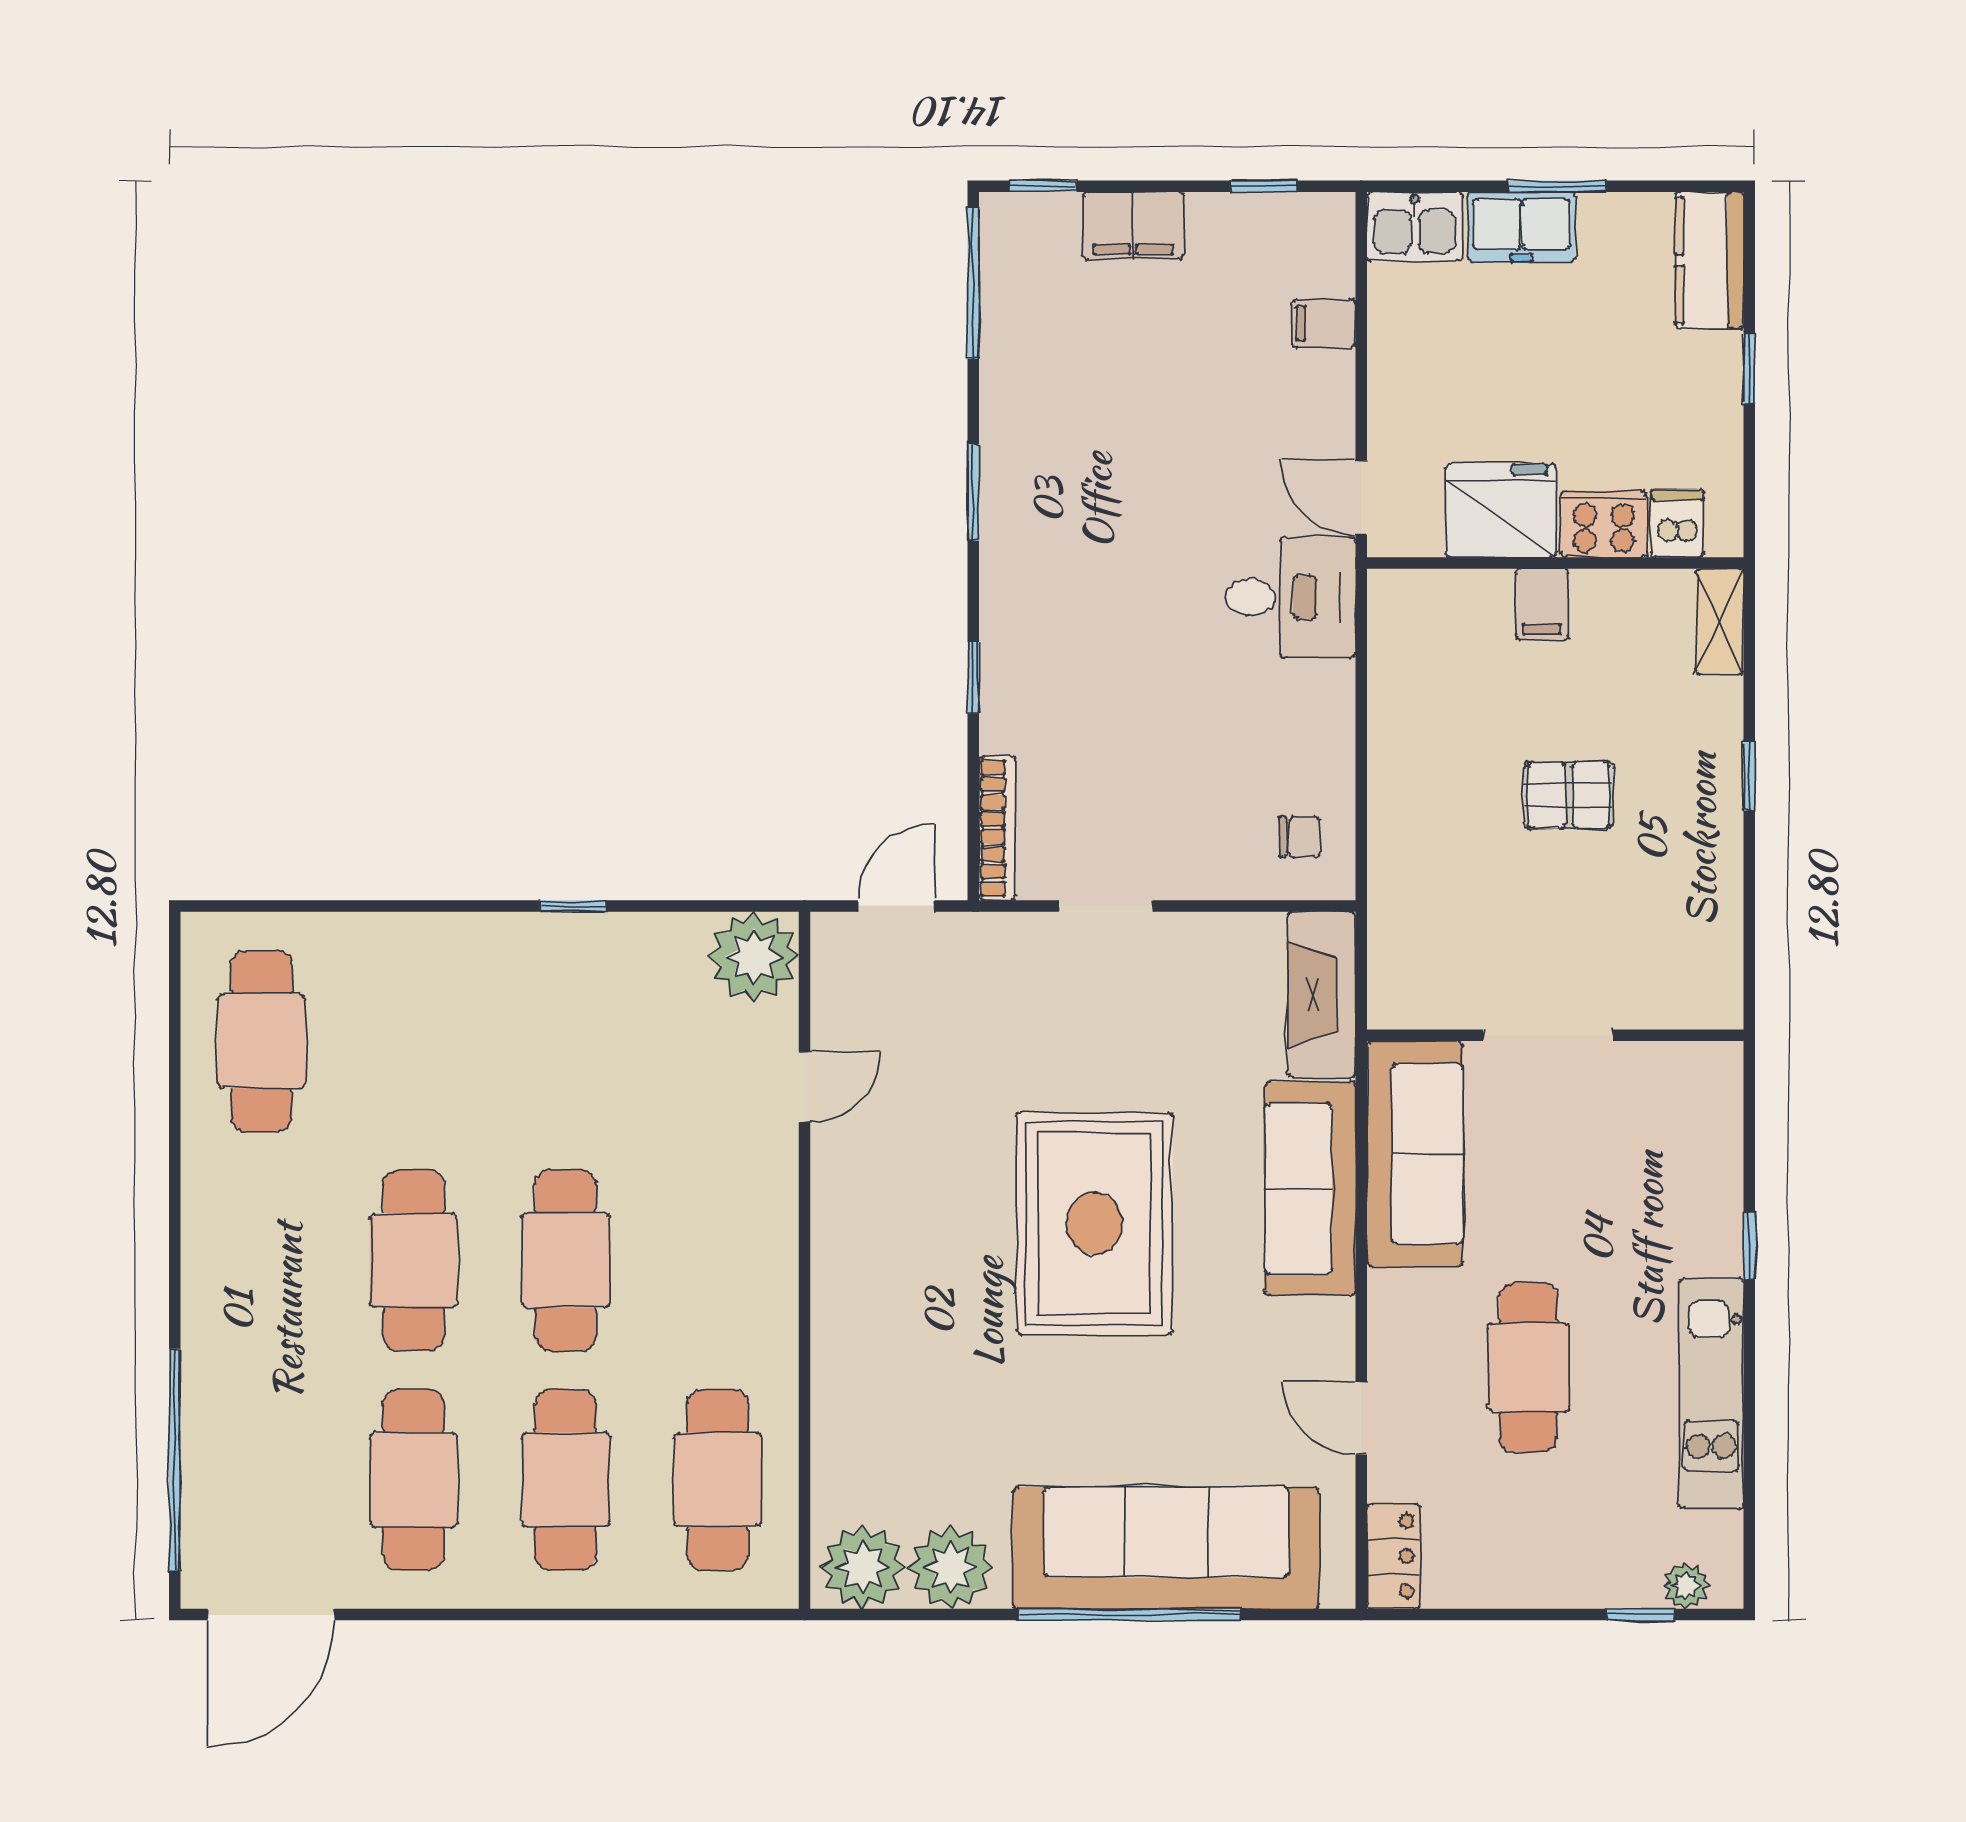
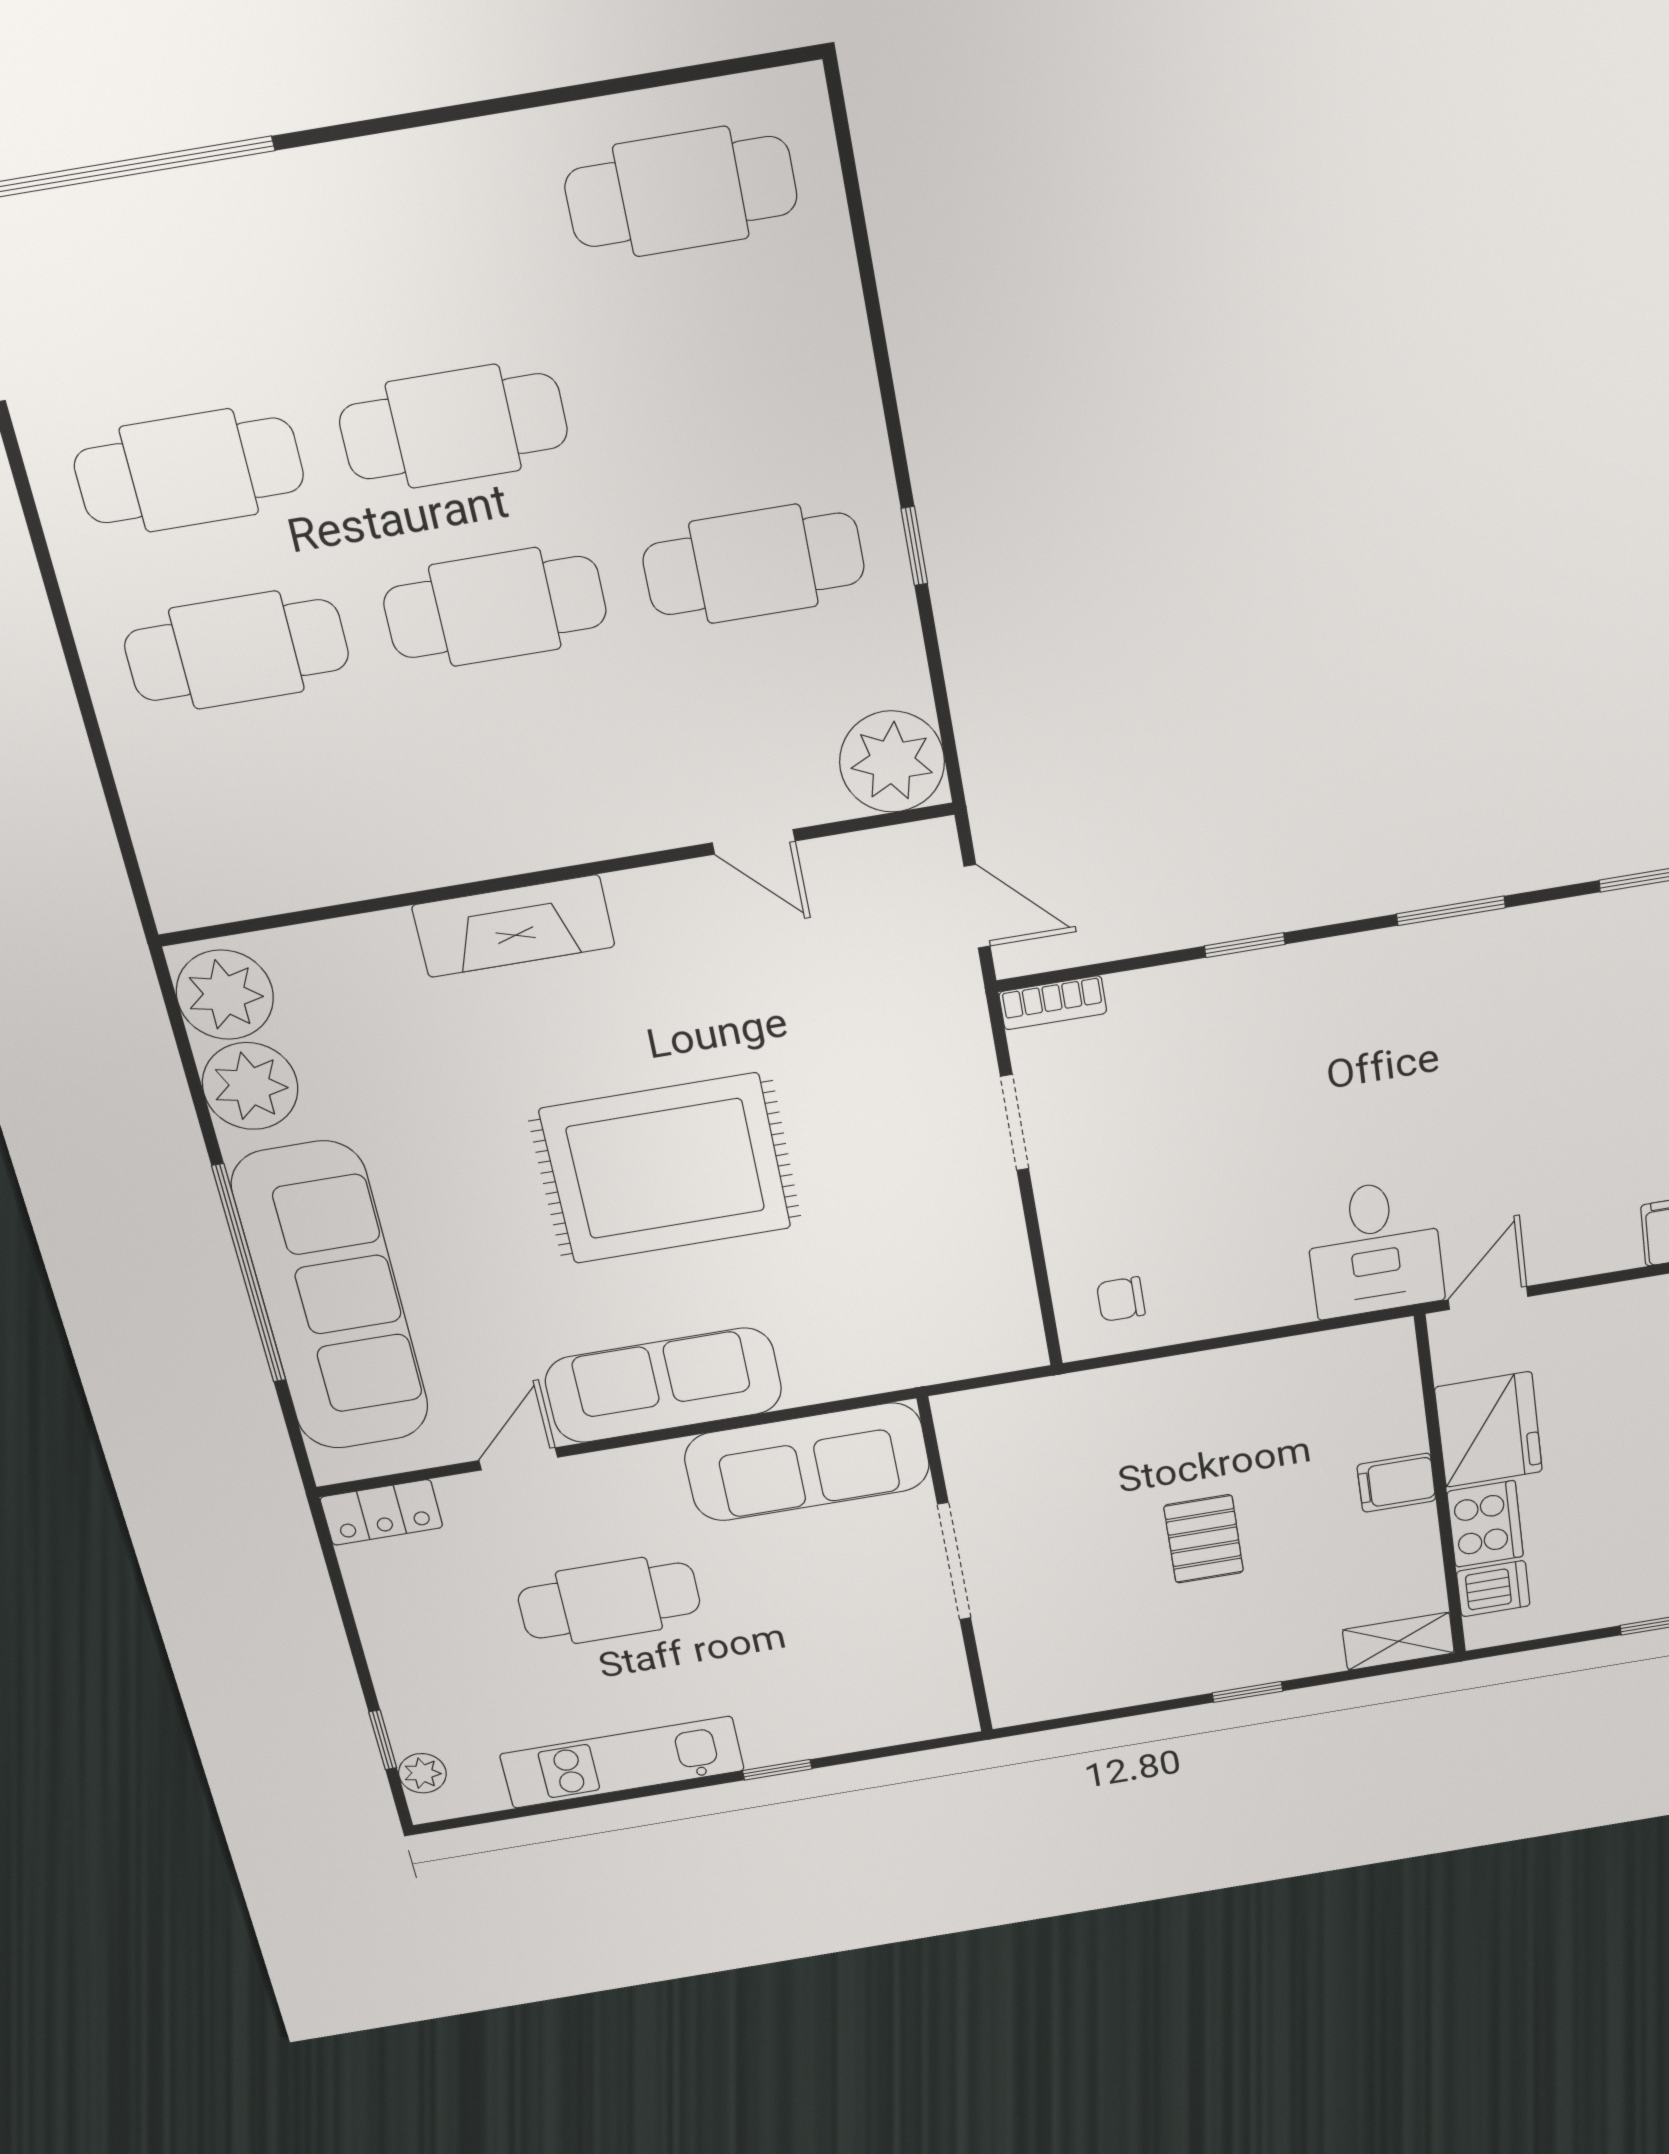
bookcase: (997, 828) -> (1053, 1003), width x0.64
chair: (1299, 837) -> (1121, 1299), turned 90
fireplace: (1322, 994) -> (514, 926), moved, turned 180
sofa: (1310, 1189) -> (664, 1385), moved
cafe table: (718, 1480) -> (754, 564), moved

